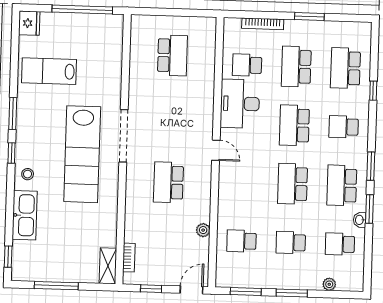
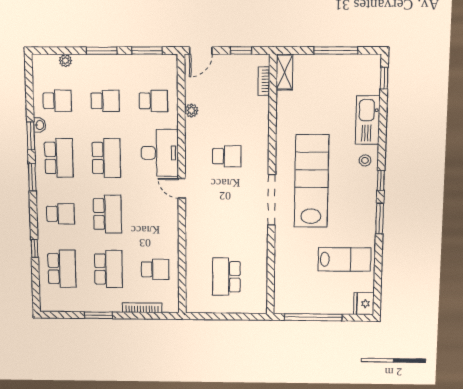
desk: (240, 104) -> (160, 153), moved
school desk: (168, 182) -> (227, 156), width x0.54

